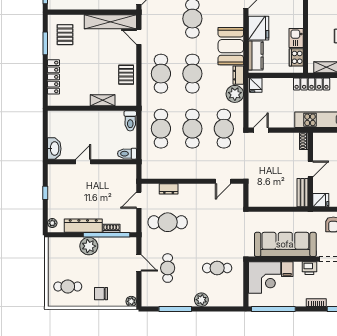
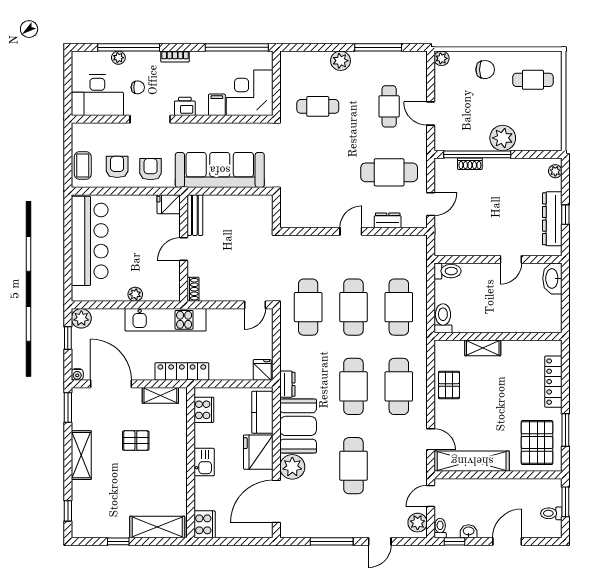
pallet: (65, 35) -> (537, 443), width x1.50, depth x1.42
kitchen sink: (296, 38) -> (204, 462), moved
plant: (235, 94) -> (292, 467), moved
door: (223, 181) -> (351, 231), moved
dresser: (83, 226) -> (552, 219), moved, turned 90
sofa: (285, 244) -> (220, 170), moved, turned 180

